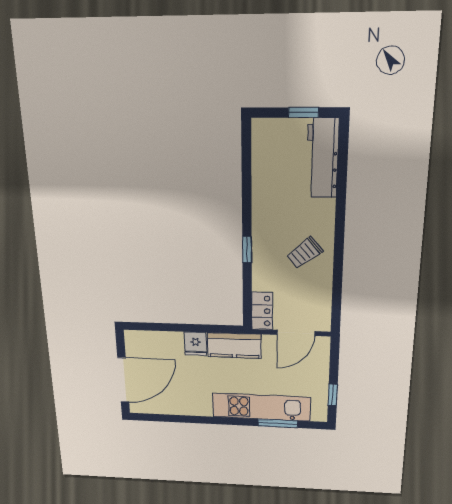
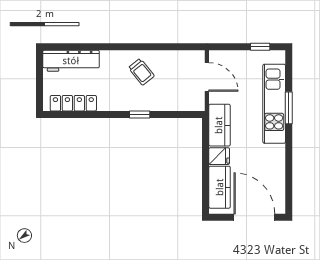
window: (304, 112) -> (39, 75), removed
locker: (262, 311) -> (73, 103), moved, width x1.53
kitchen counter: (157, 343) -> (220, 187), added
window: (278, 423) -> (289, 108), moved

